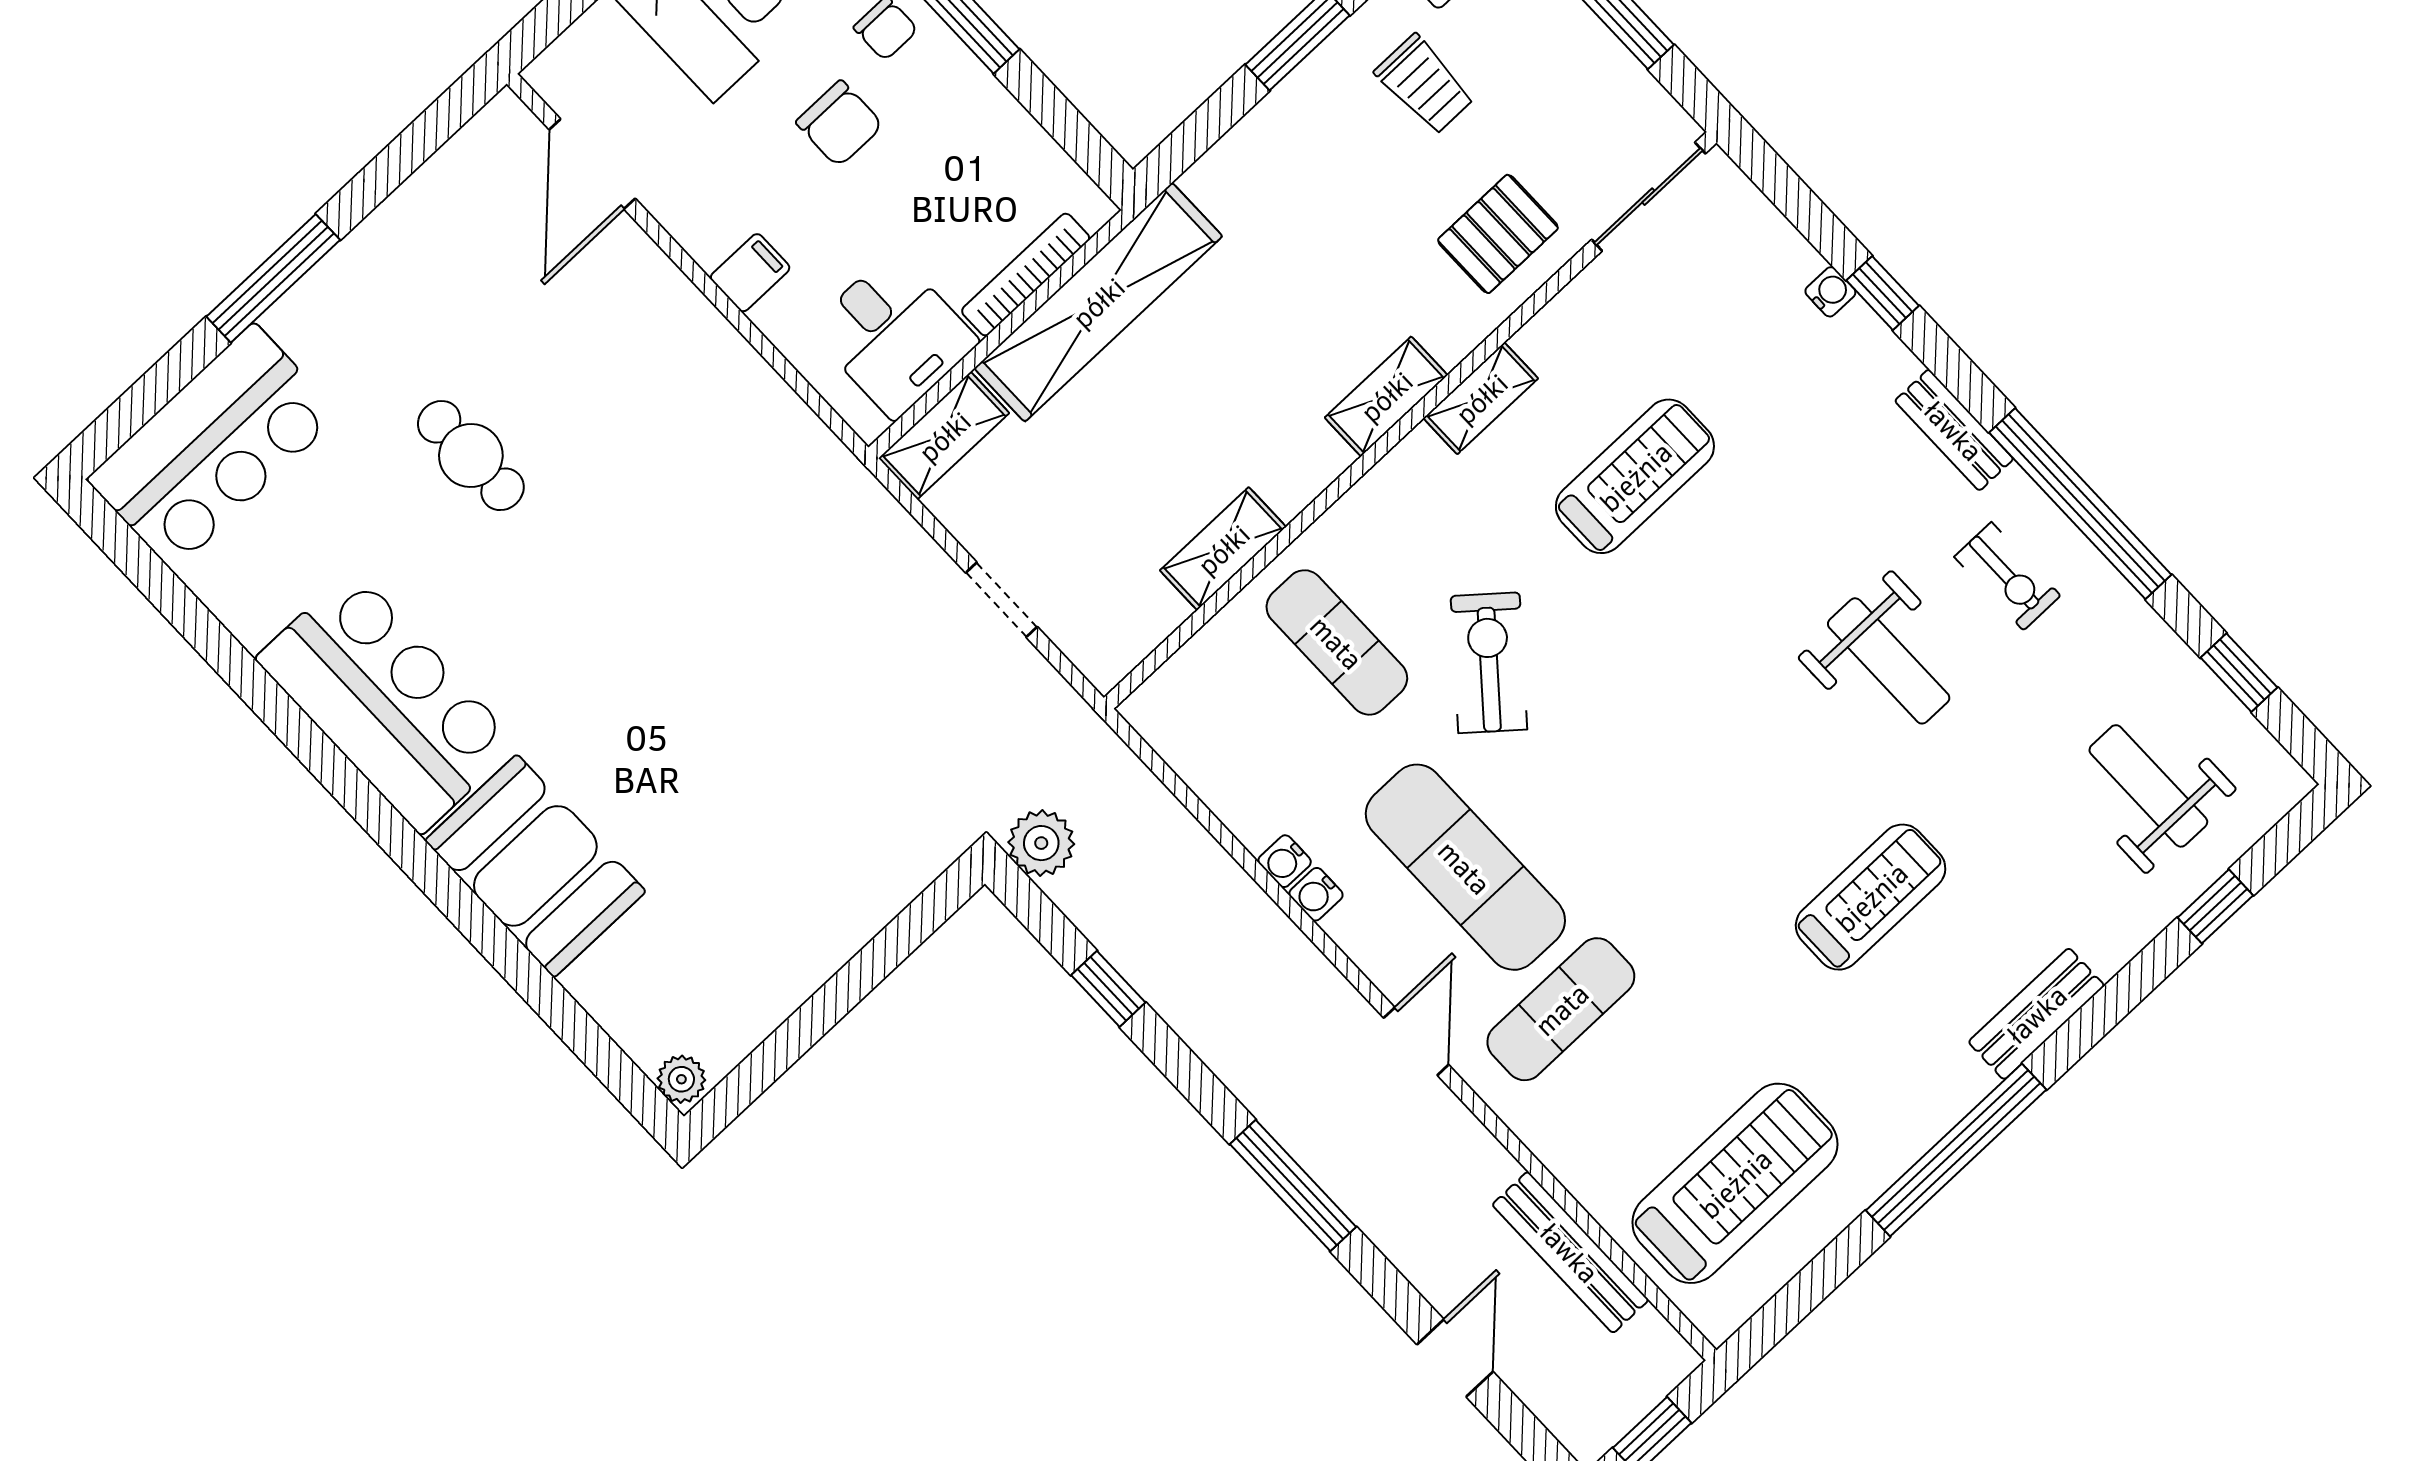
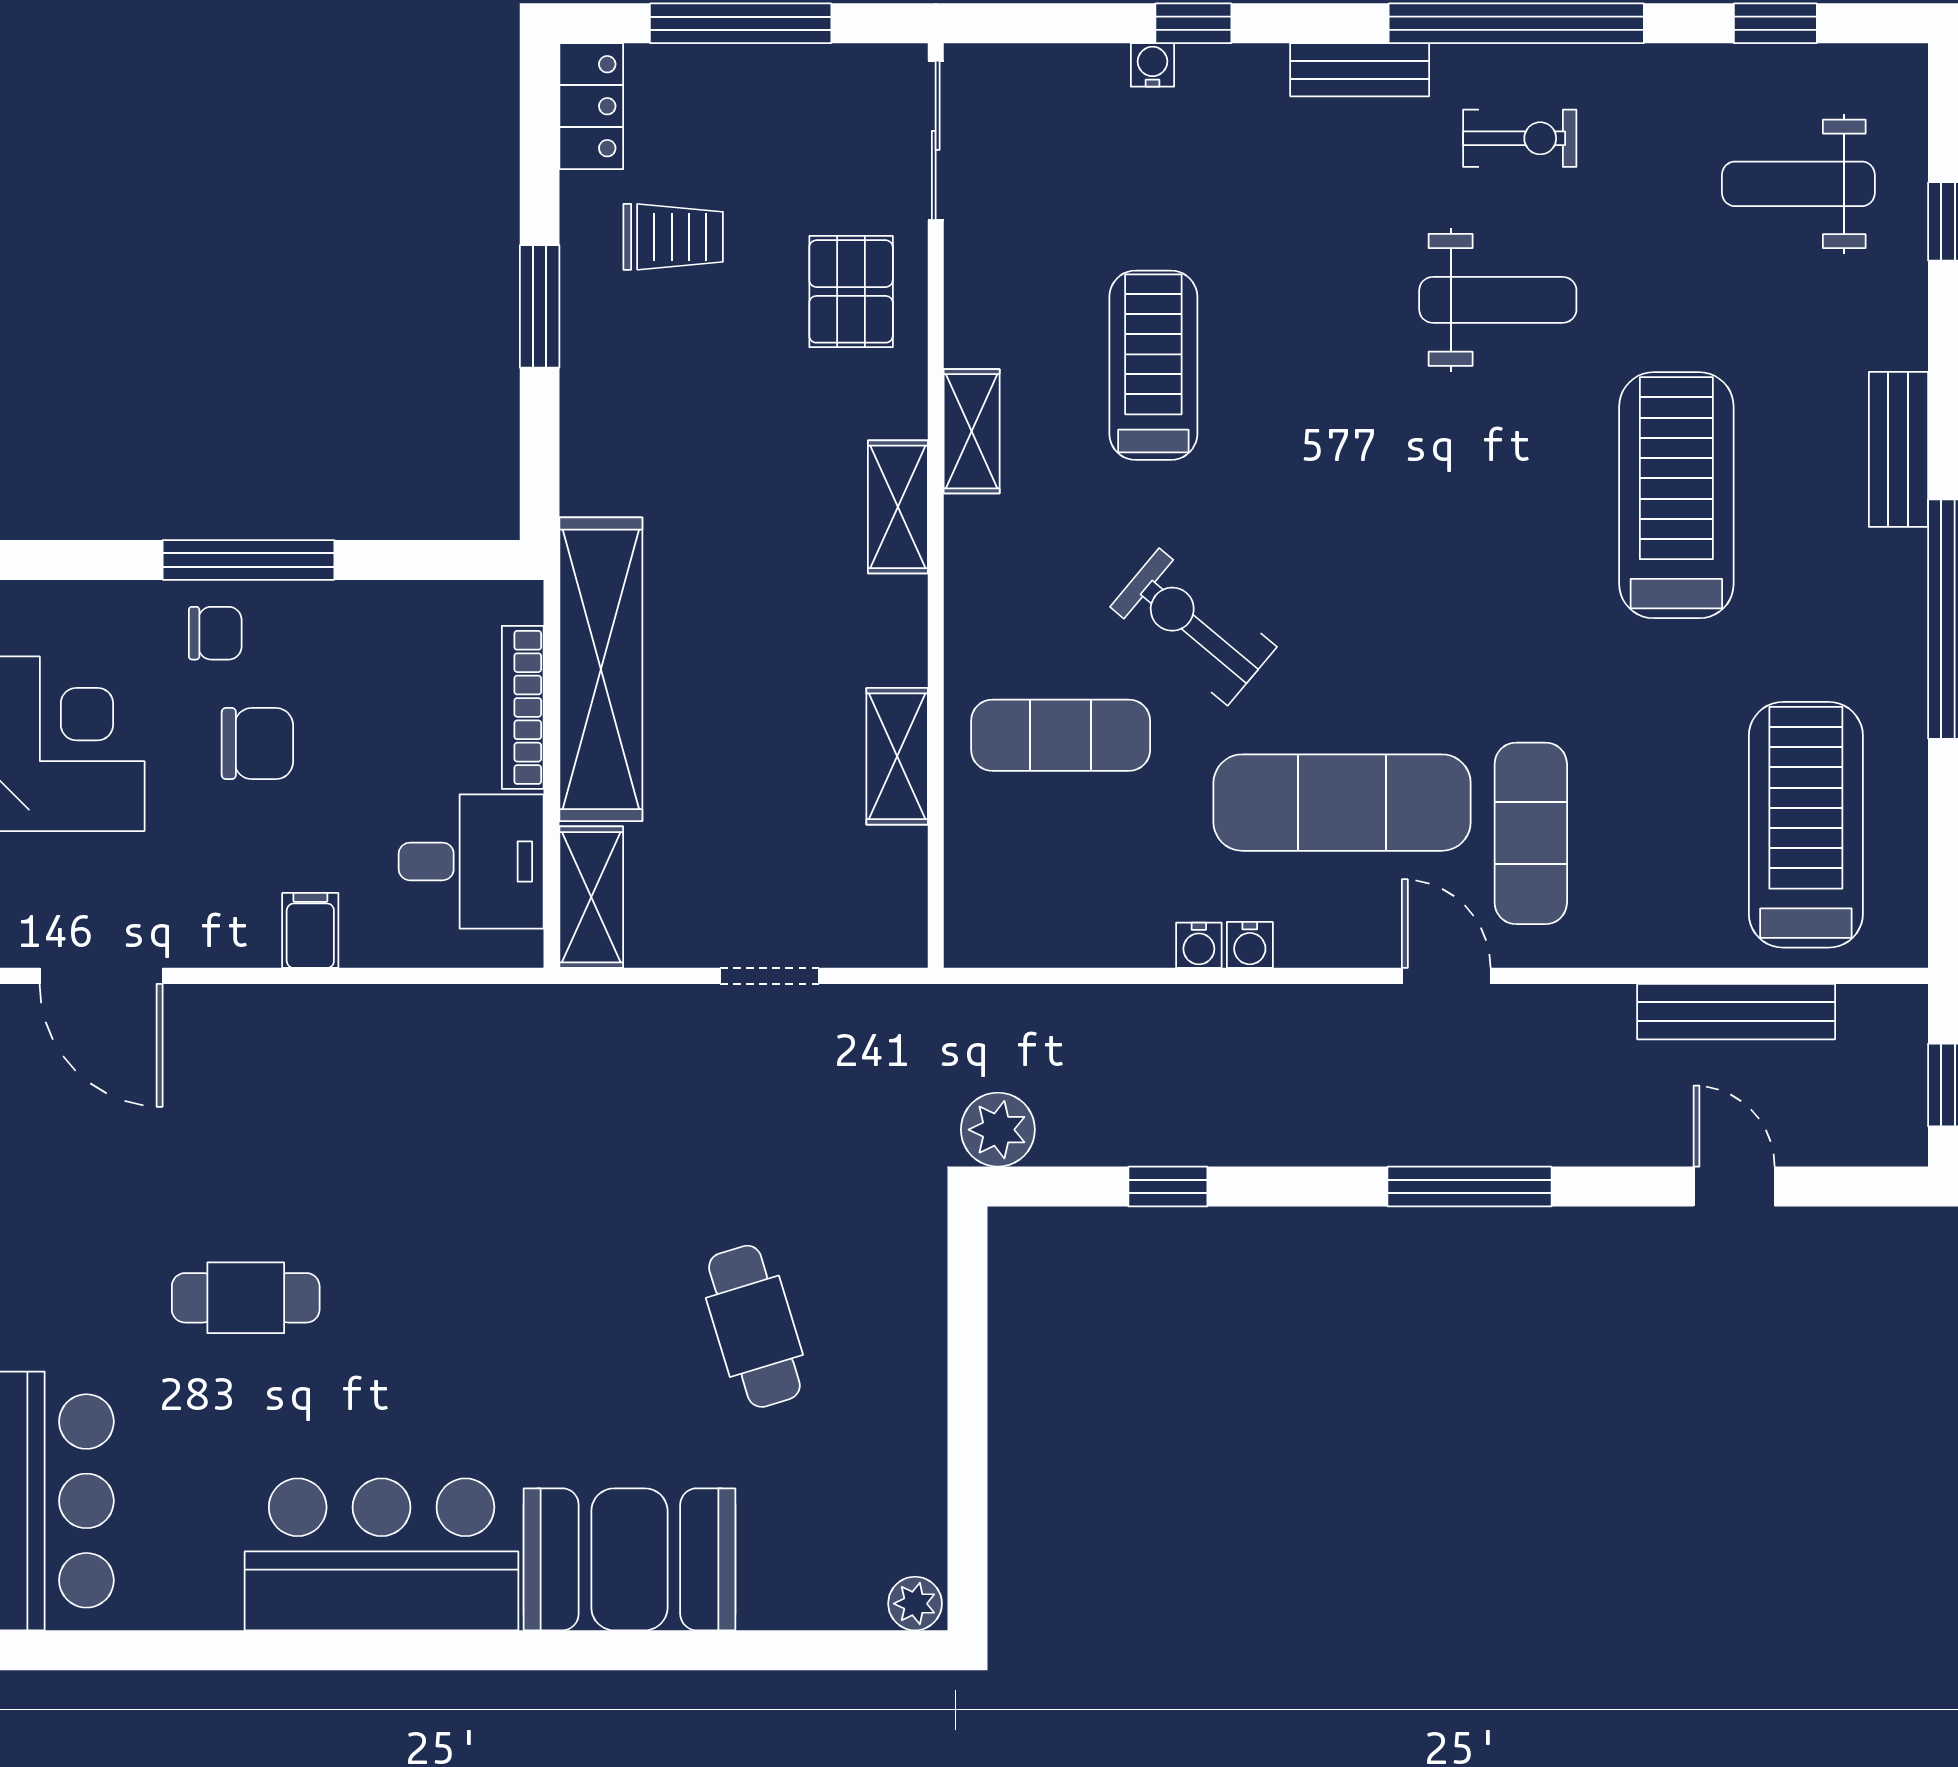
cafe table: (764, 805) -> (754, 1326), added
treadmill: (1871, 897) -> (1676, 495), width x1.37, depth x1.38

